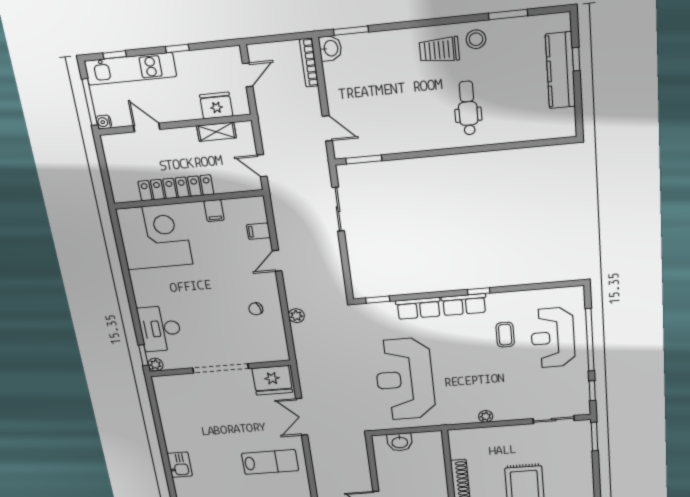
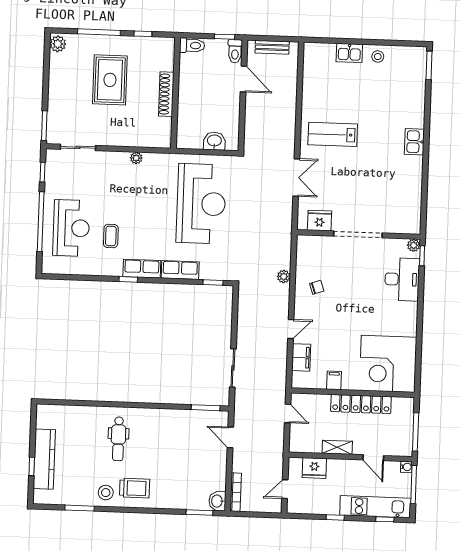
shelving: (216, 132) -> (337, 447), moved
window: (103, 165) -> (416, 432), added
filing cabinet: (258, 231) -> (301, 357), width x2.00
fridge: (272, 380) -> (319, 221), width x0.73, depth x0.75

